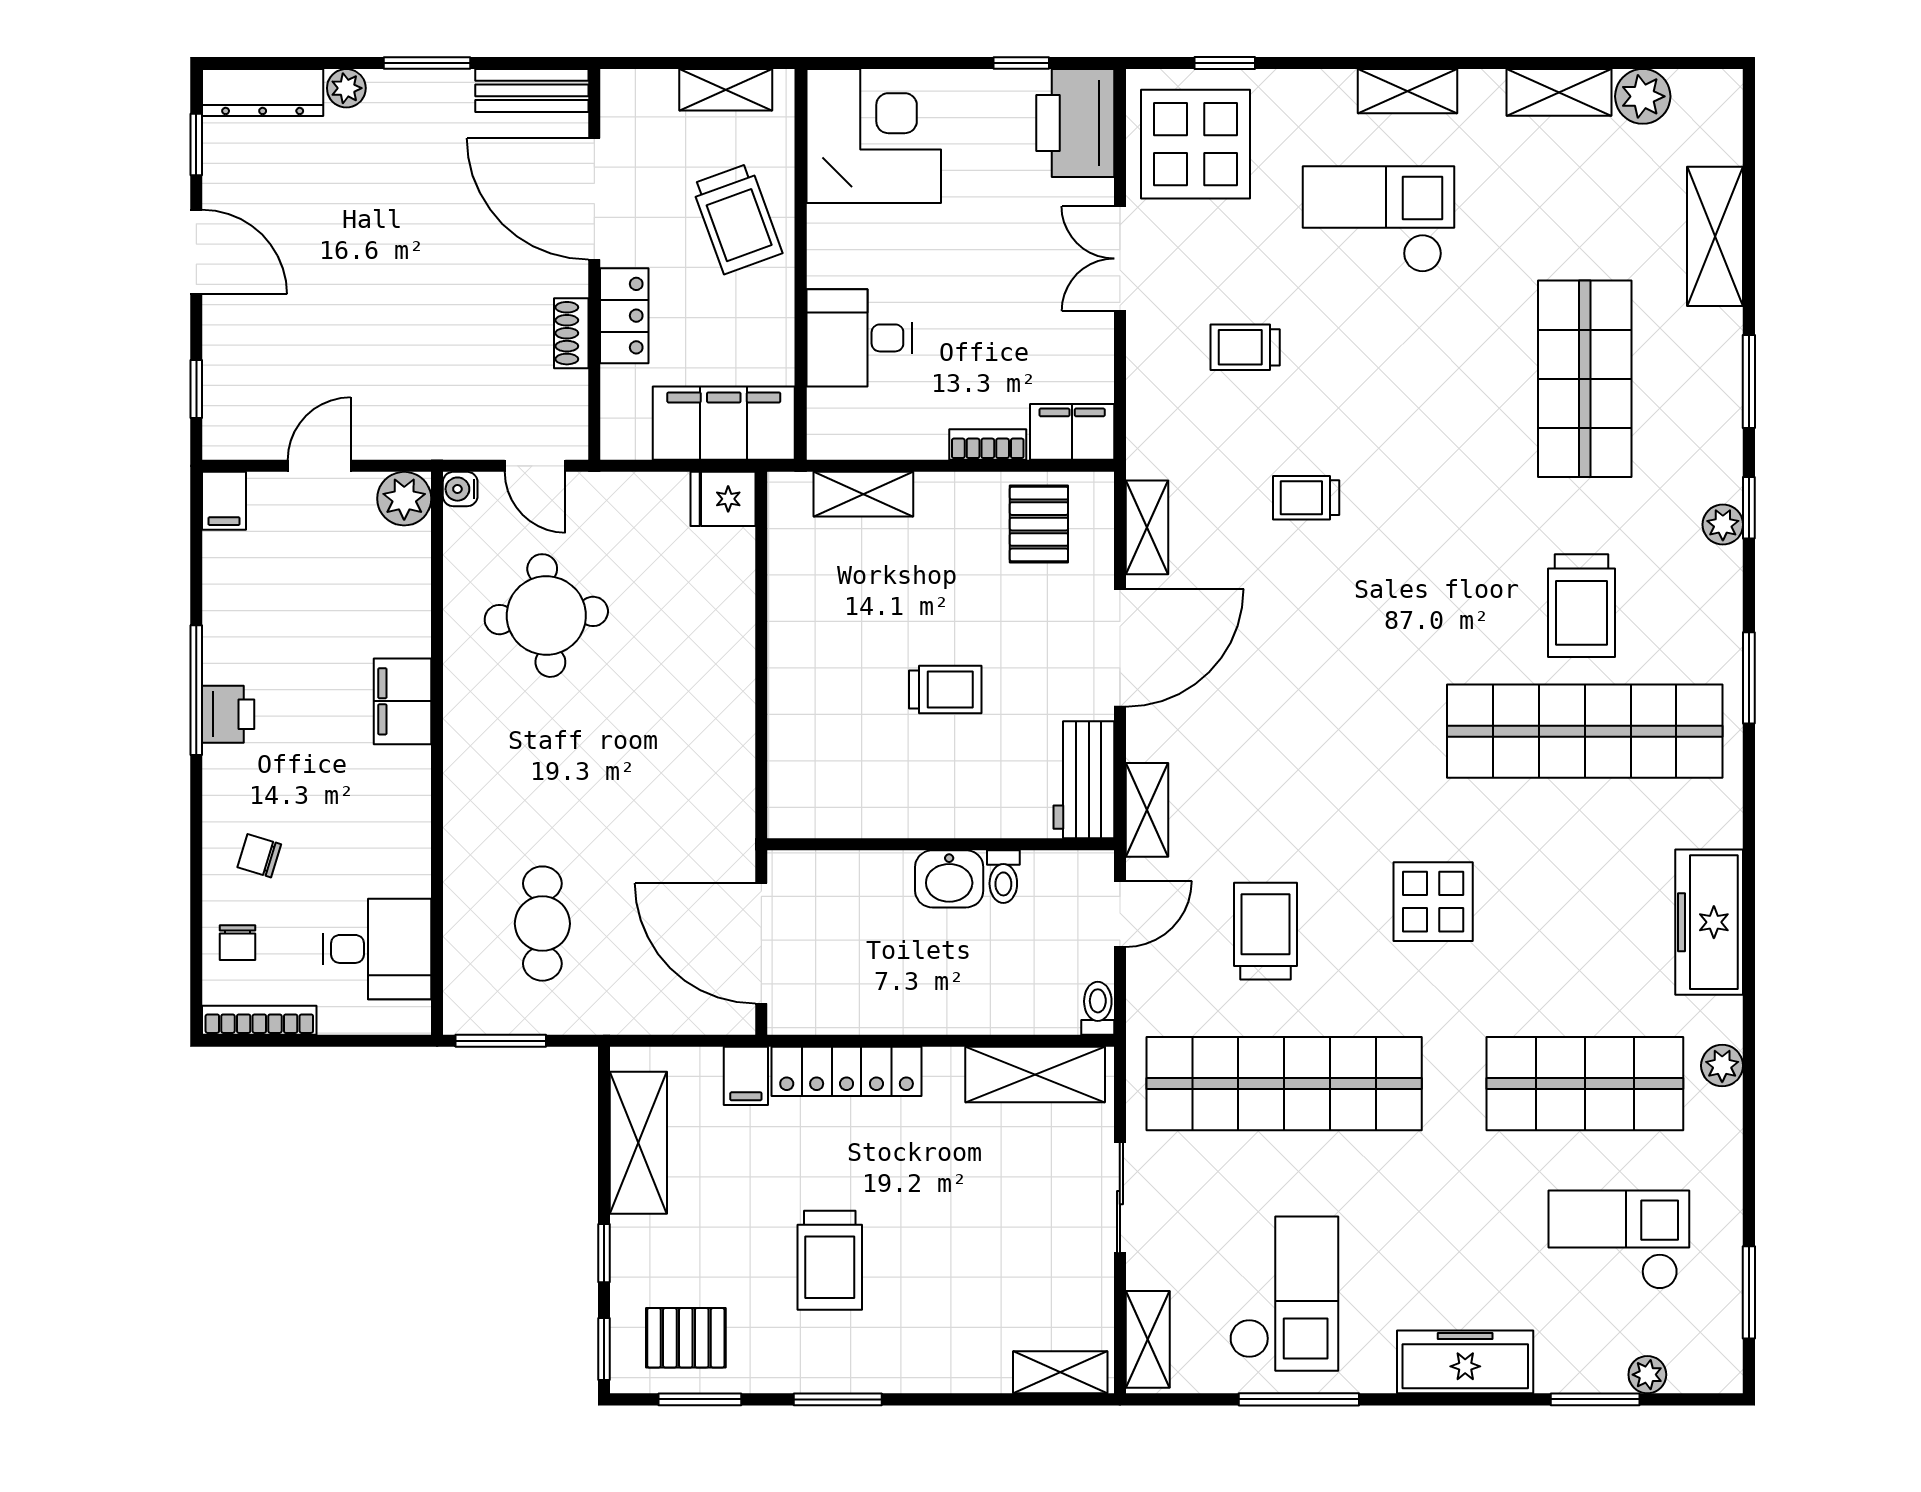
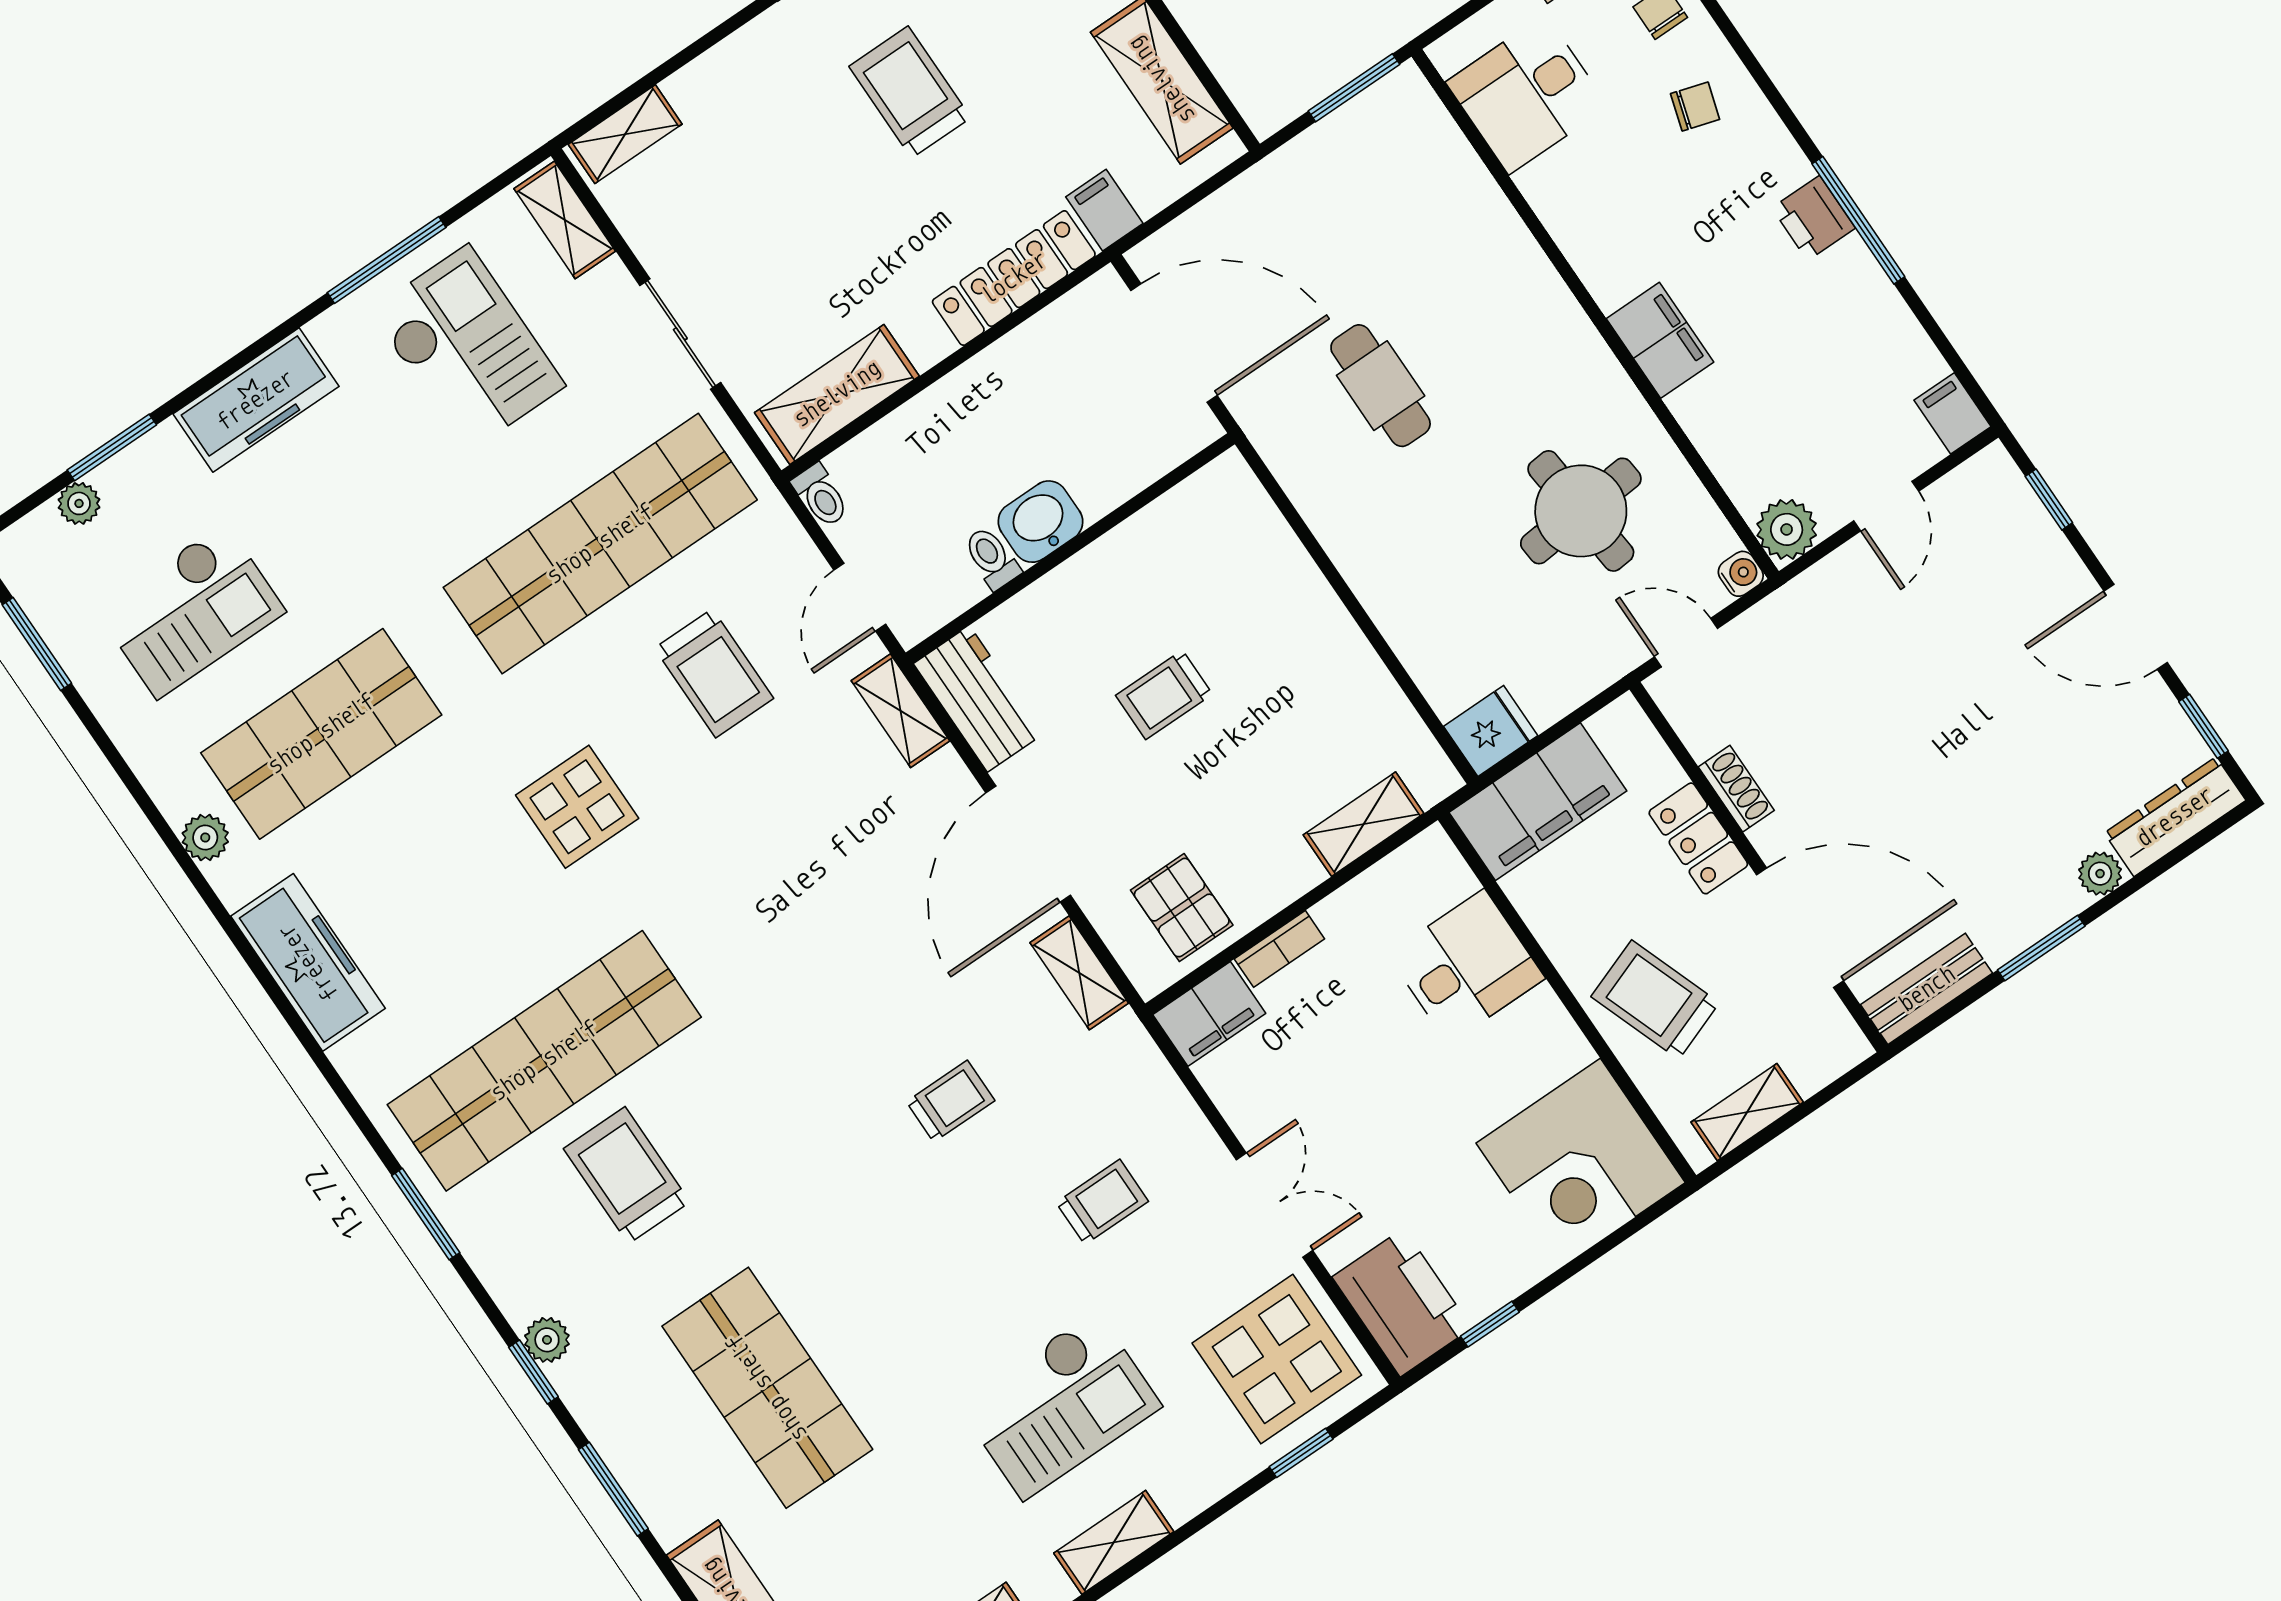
cafe table: (542, 924) -> (1381, 386), moved
checkout: (1284, 1294) -> (467, 349), turned 180

